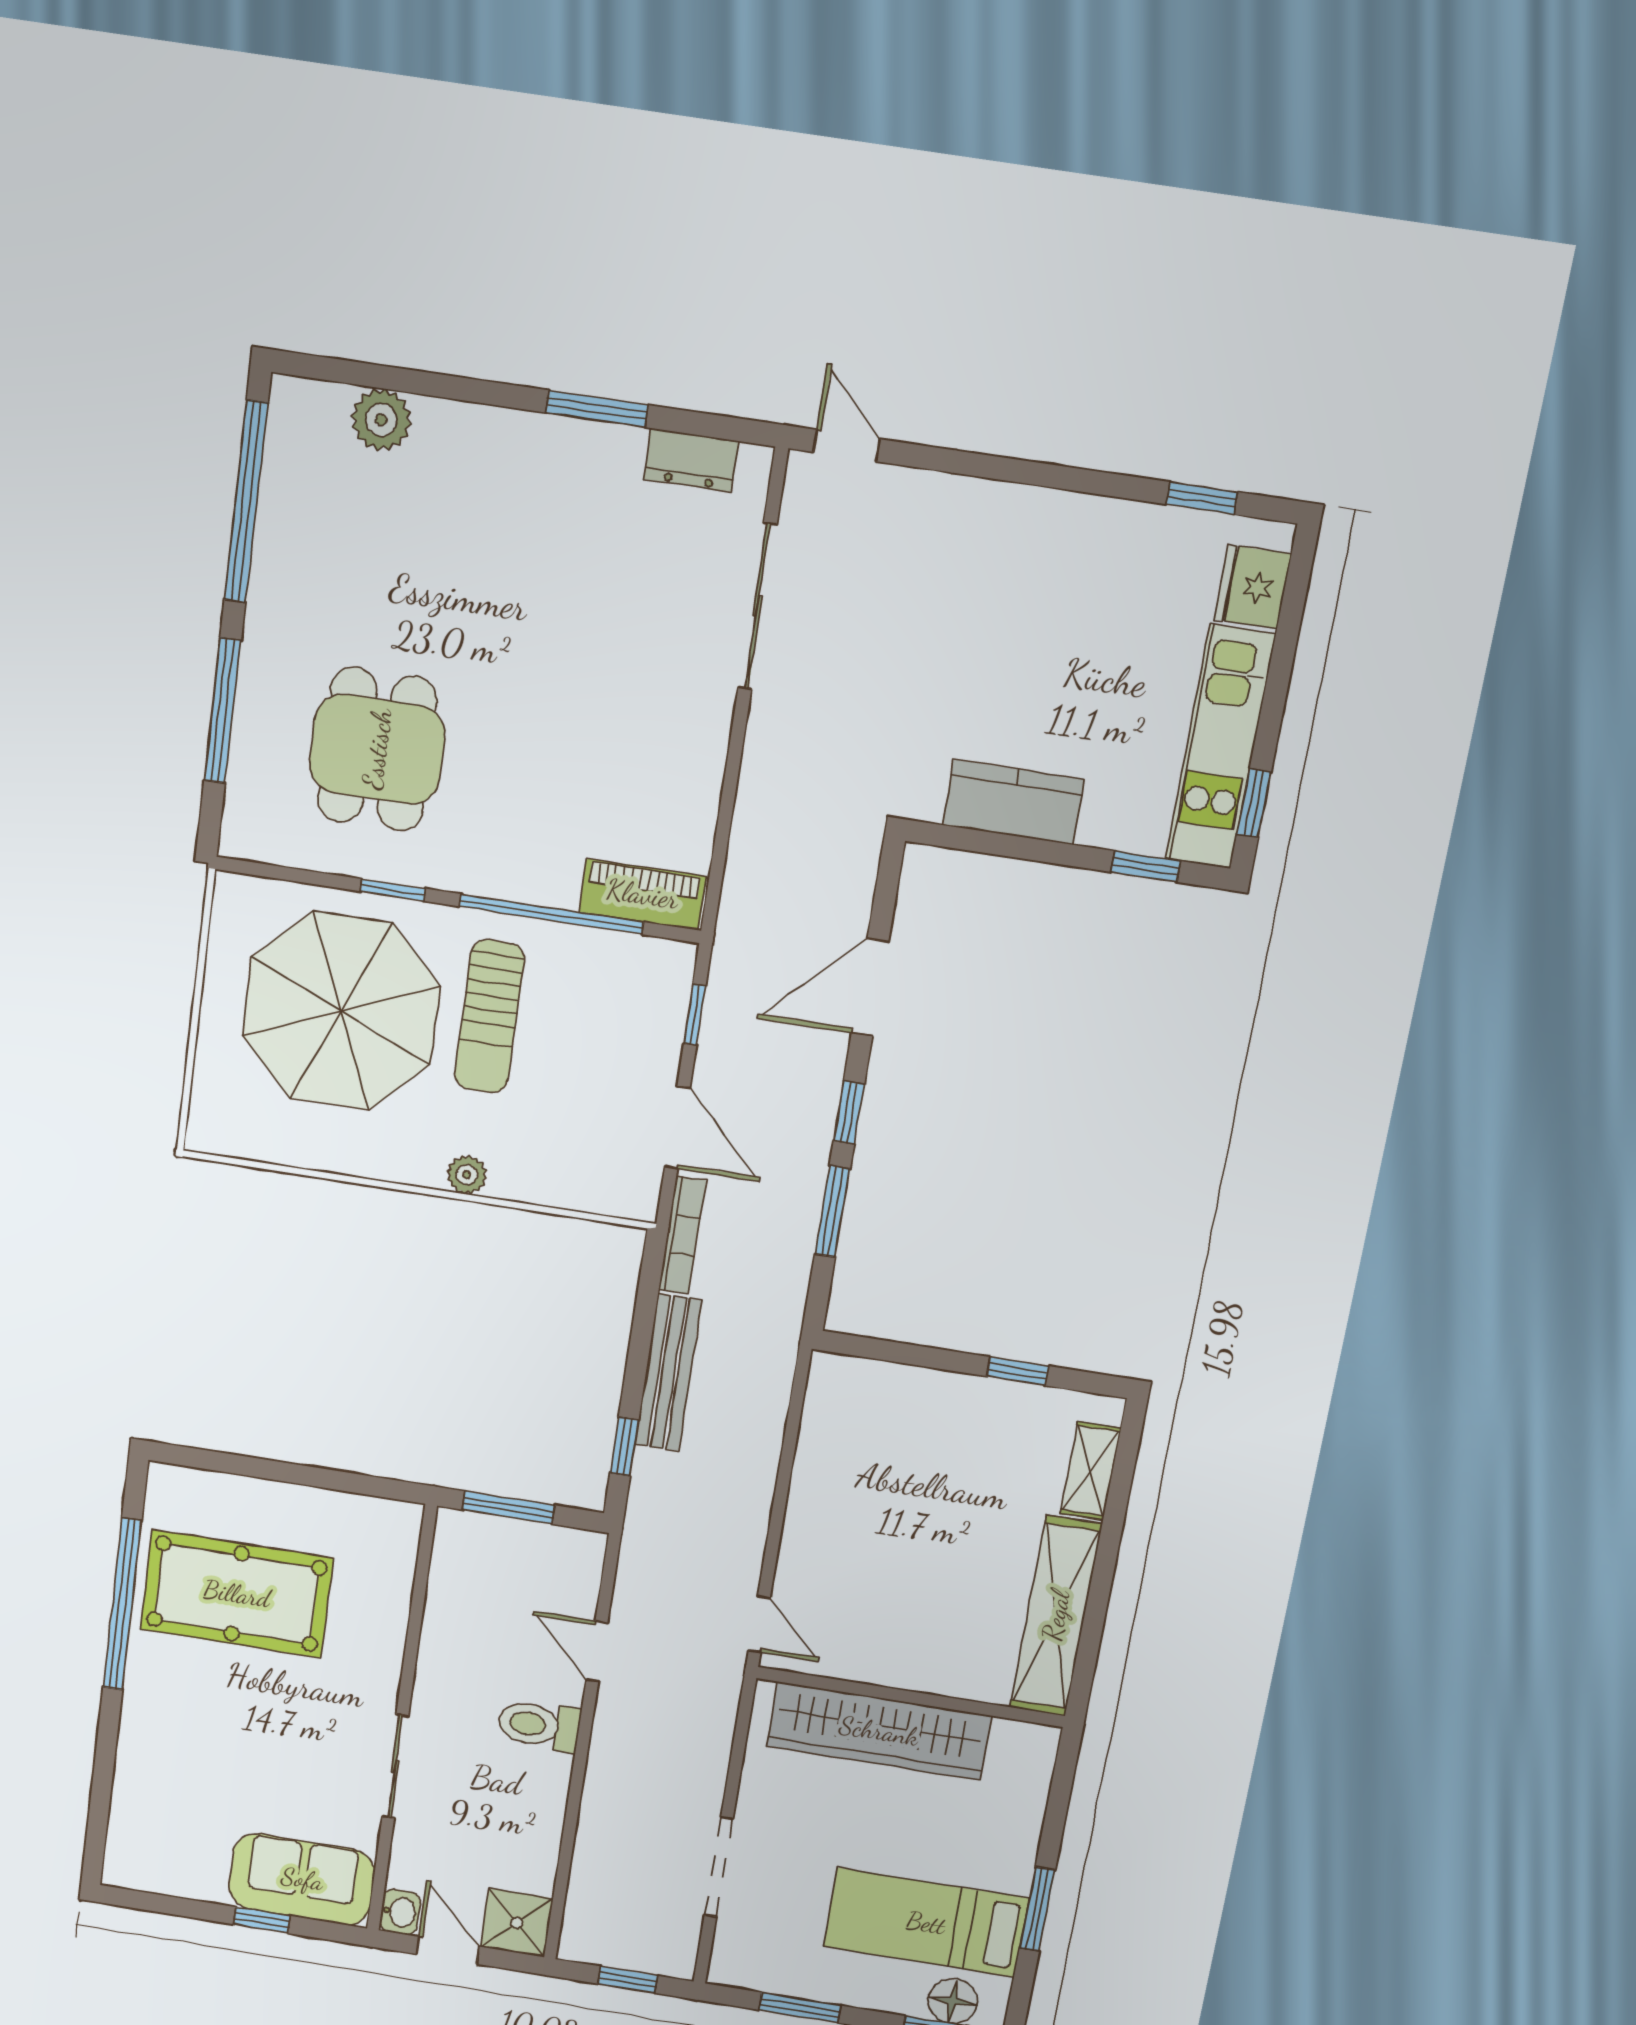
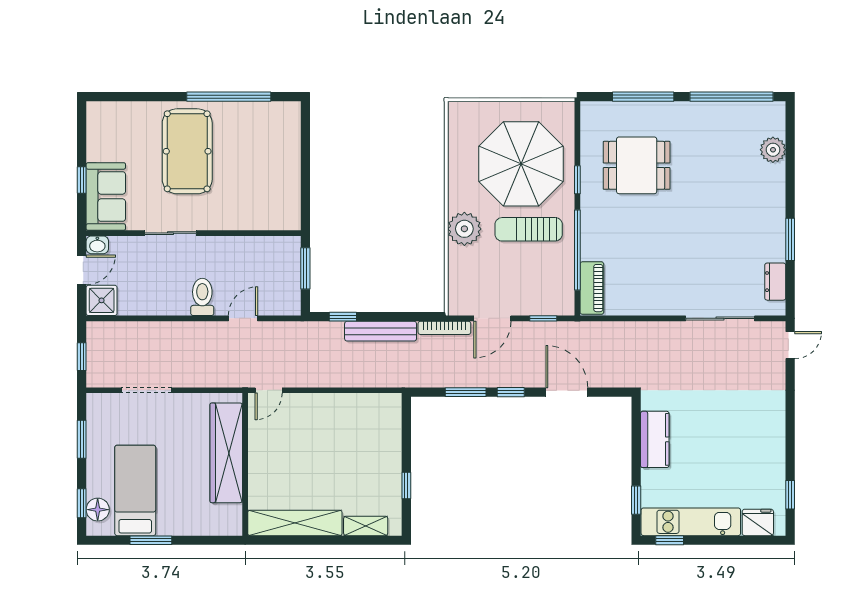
plant: (467, 1175) -> (464, 229), width x1.87, depth x1.87
pool table: (237, 1594) -> (187, 151), moved

